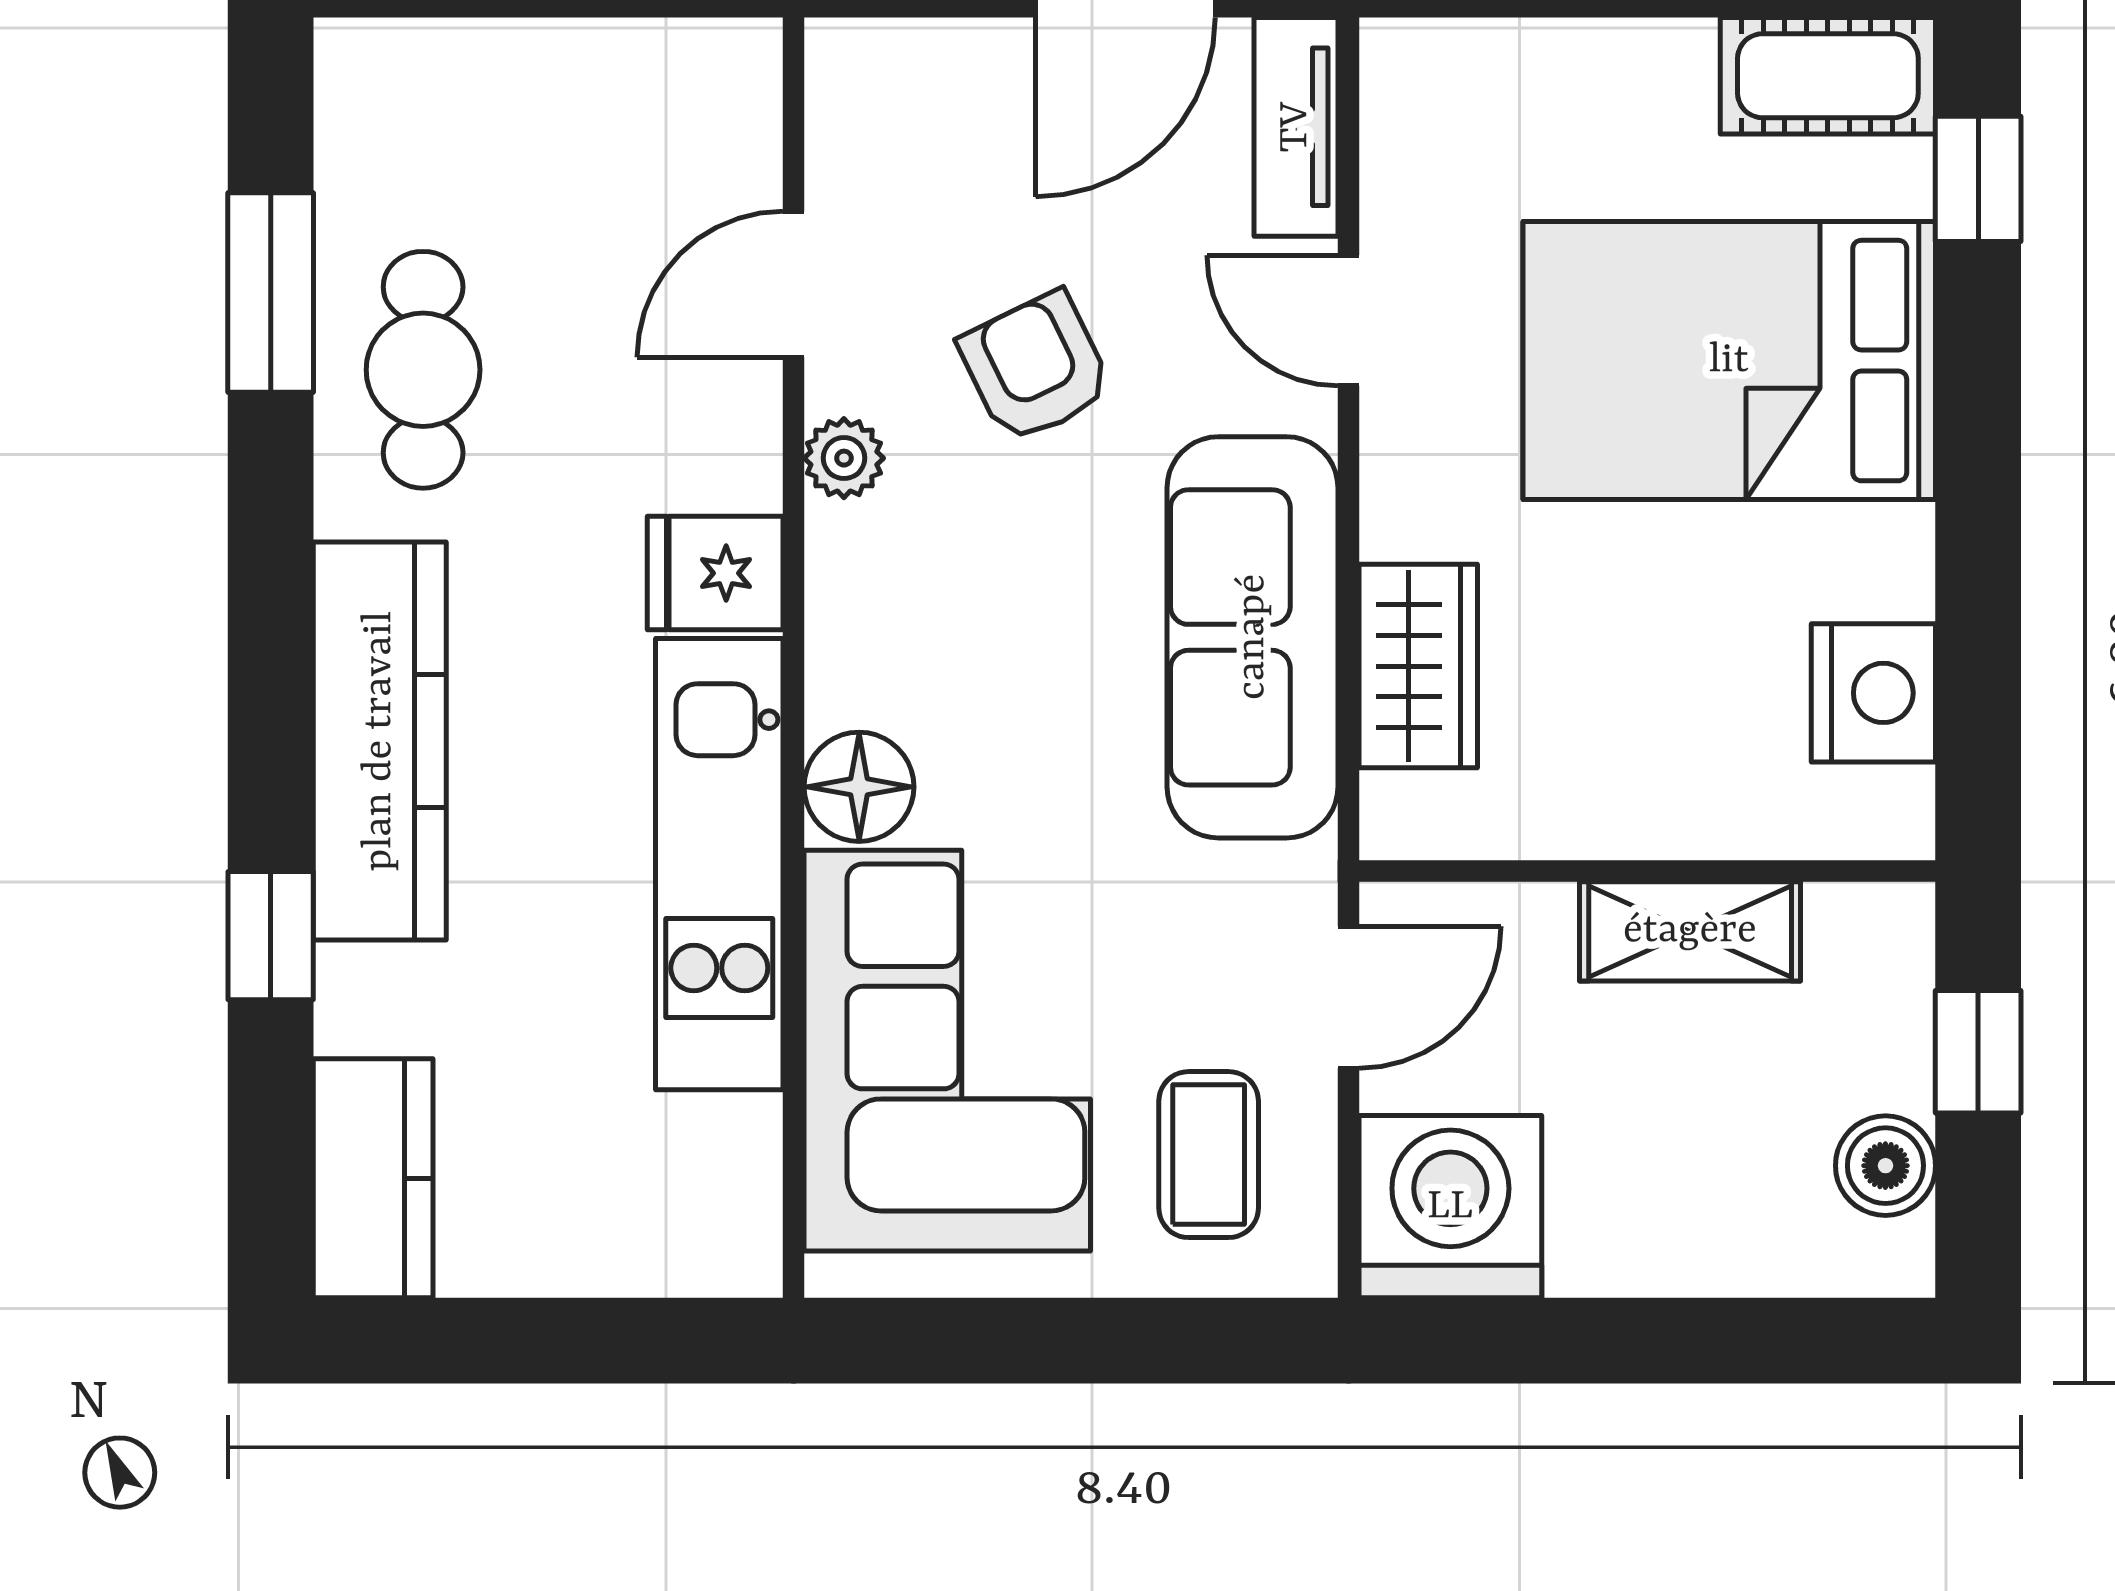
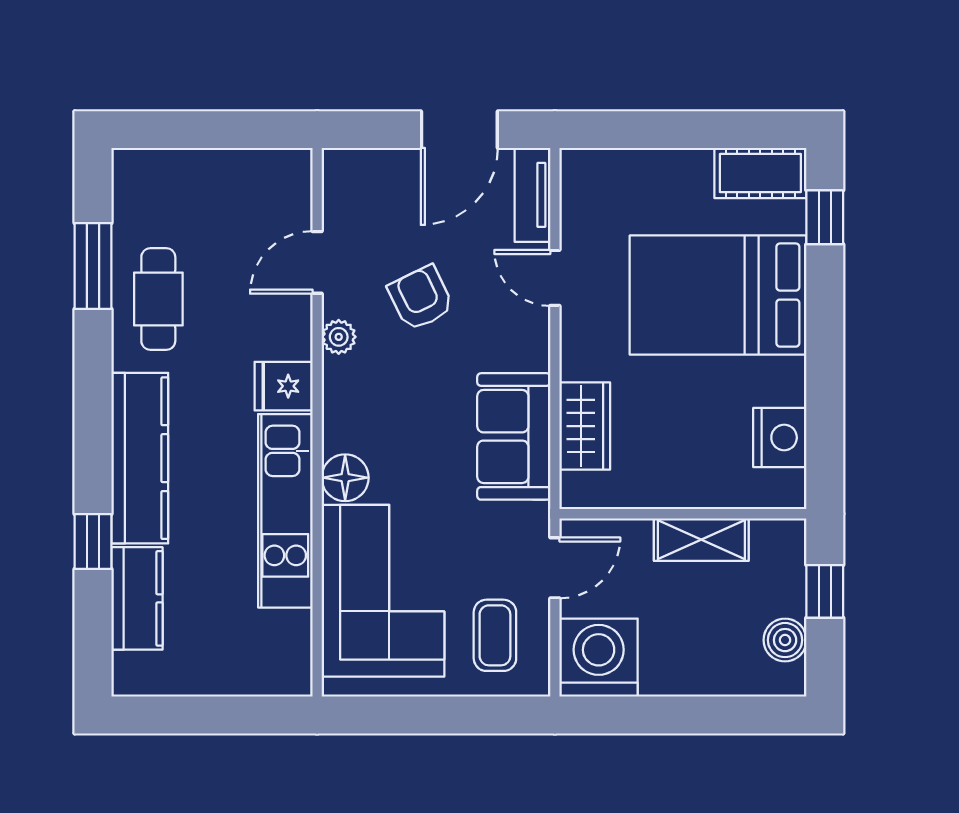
sofa: (1253, 637) -> (514, 436), width x0.73
kitchen counter: (373, 1178) -> (137, 598), moved

